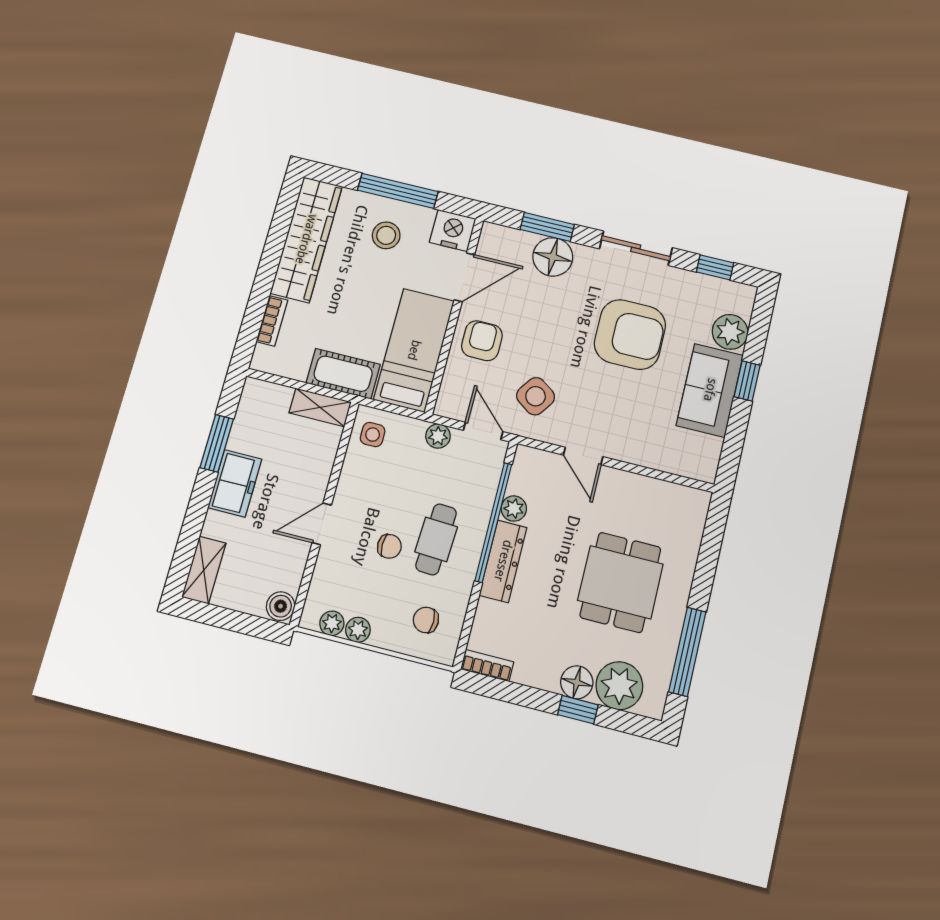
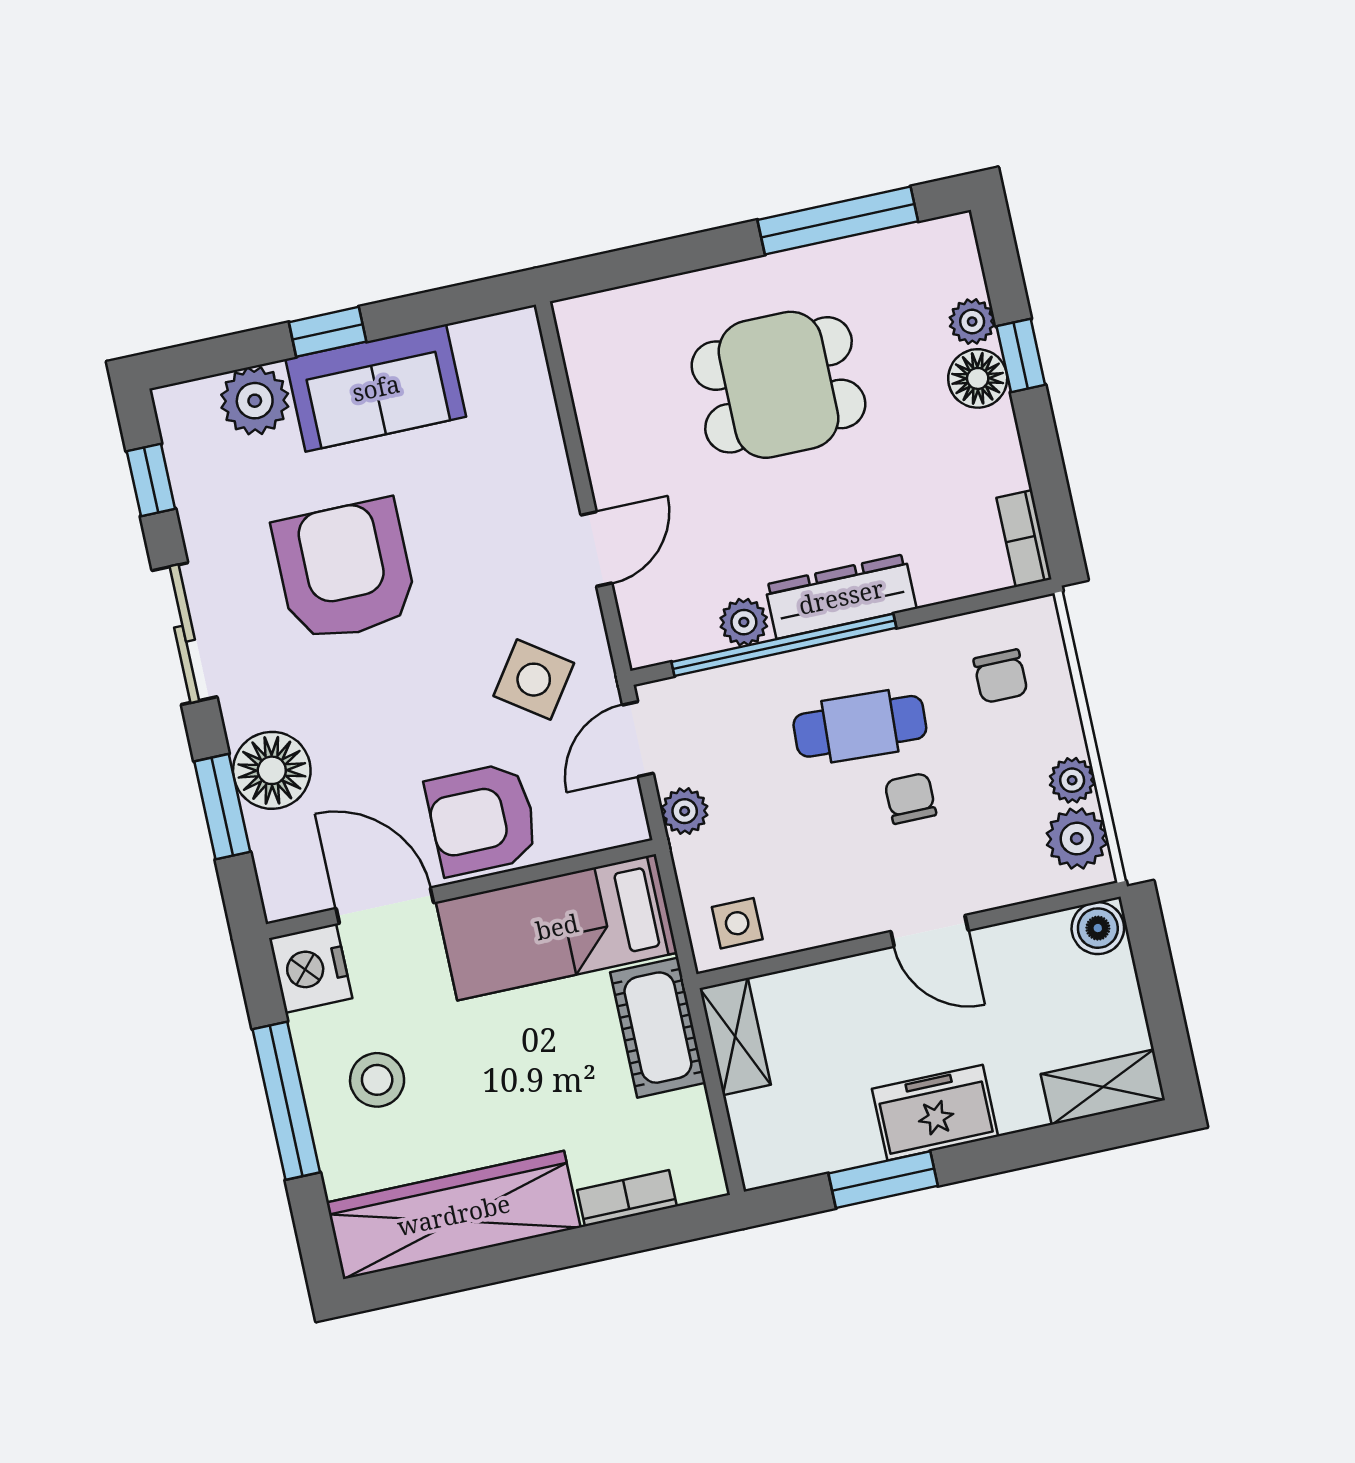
armchair: (482, 341) -> (482, 819), width x1.38, depth x1.38
plant: (332, 623) -> (1077, 839), width x1.38, depth x1.38
plant: (619, 686) -> (972, 322), width x0.53, depth x0.53

